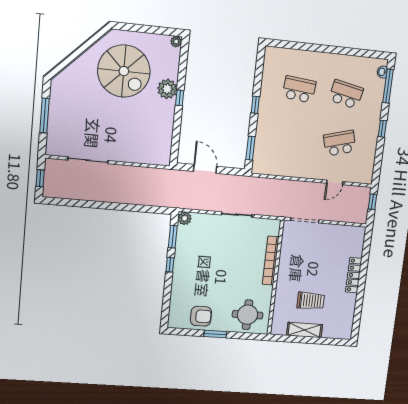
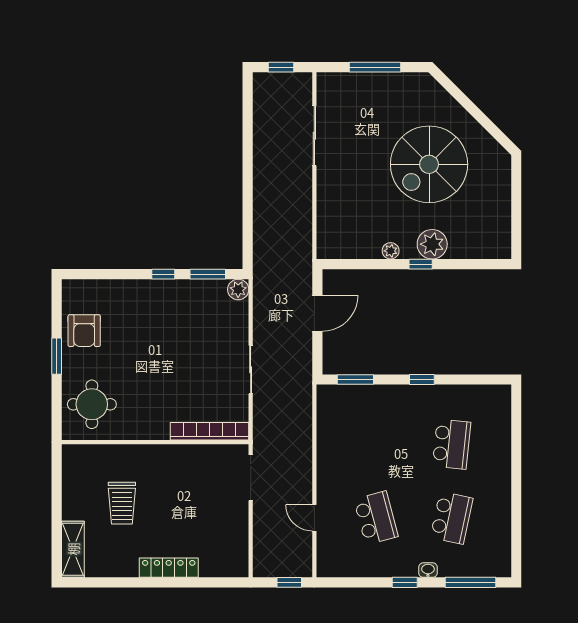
plant: (176, 42) -> (391, 251), moved
spiral stairs: (124, 71) -> (429, 164), moved
washbasin: (382, 72) -> (428, 570), moved
bookcase: (271, 261) -> (210, 431), moved
shelving: (305, 330) -> (73, 549), moved

